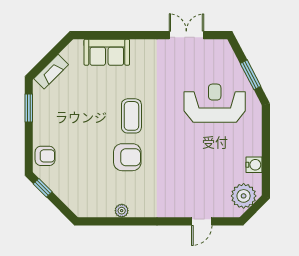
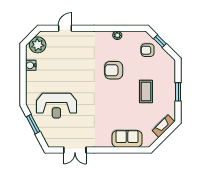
window: (29, 108) -> (178, 92), moved
coffee table: (131, 116) -> (146, 92), moved
armchair: (45, 156) -> (148, 50), moved
window: (43, 188) -> (160, 41), moved

